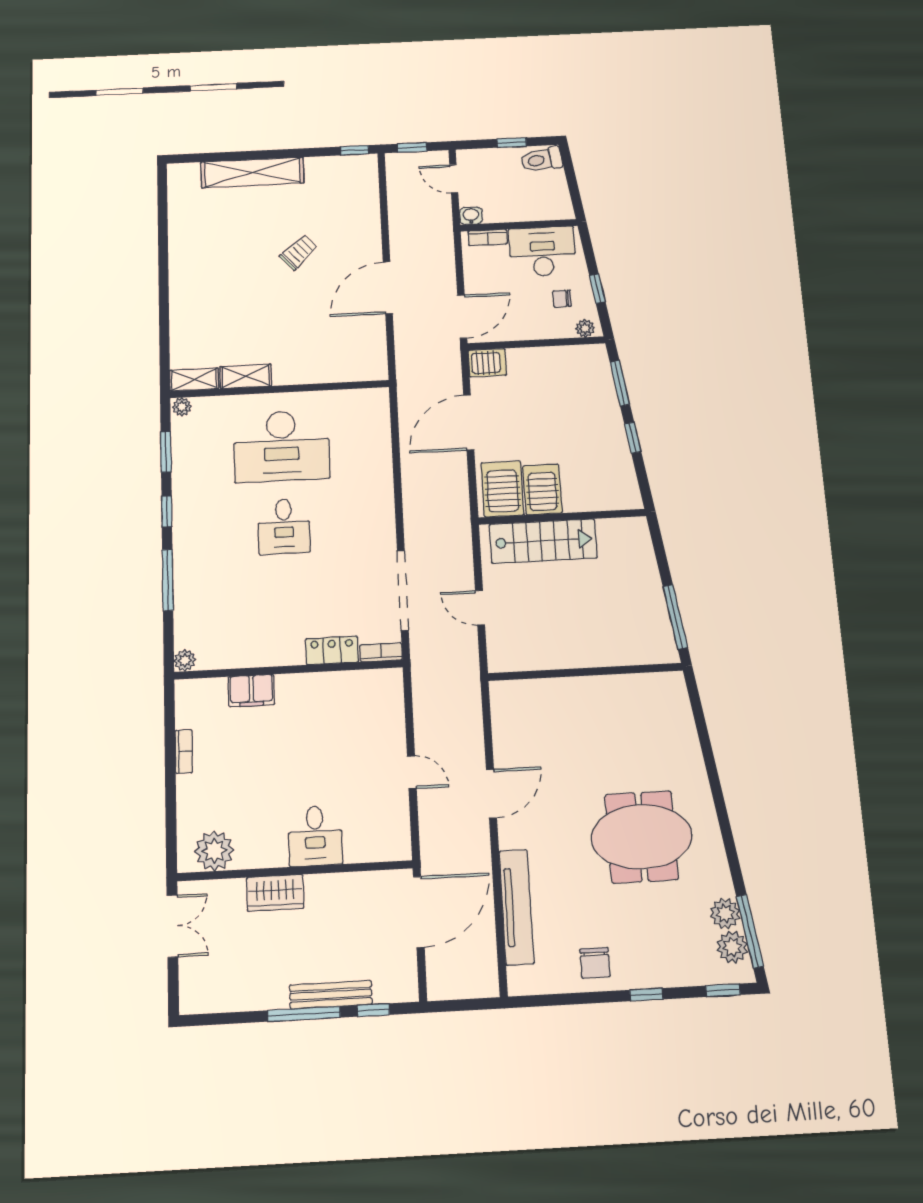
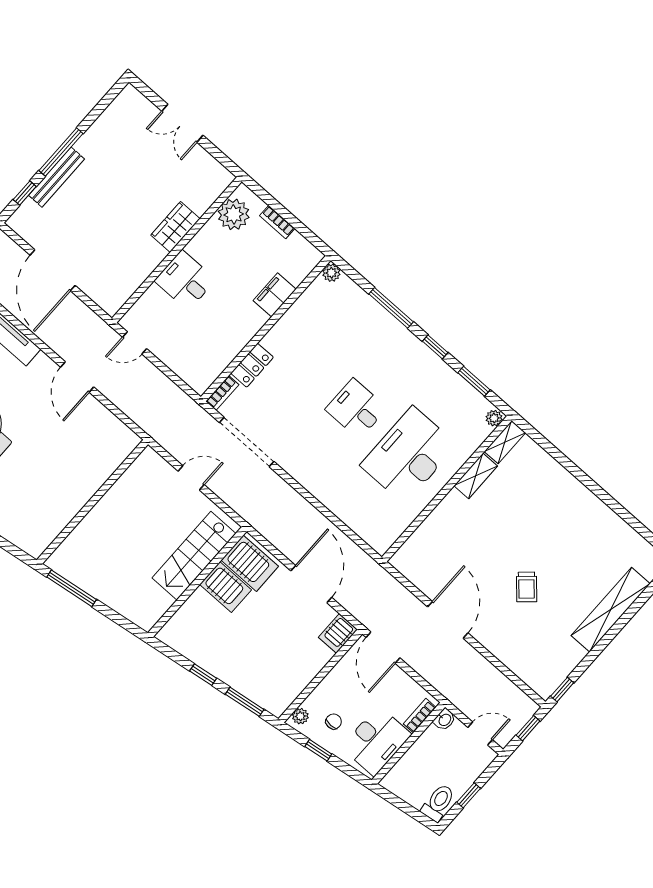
desk: (315, 836) -> (185, 280), moved
plant: (214, 851) -> (234, 214), moved
wall: (295, 871) -> (177, 250), moved
wardrobe: (275, 893) -> (175, 227), moved

